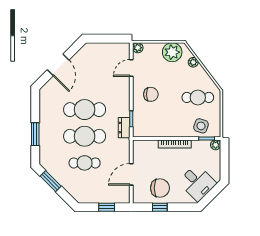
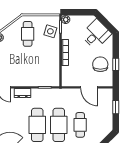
chair: (151, 94) -> (25, 72), removed
dresser: (124, 128) -> (23, 93), moved

